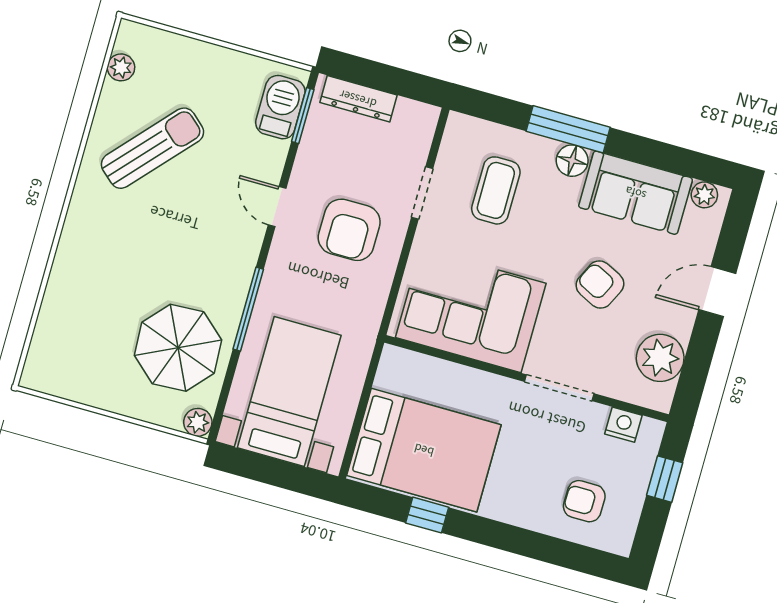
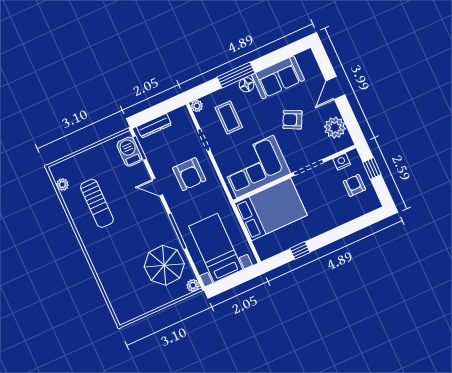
sun lounger: (152, 148) -> (97, 203), turned 138
plant: (704, 195) -> (197, 106), moved
bed: (424, 450) -> (271, 209), moved
armchair: (584, 501) -> (354, 185), moved, turned 90

